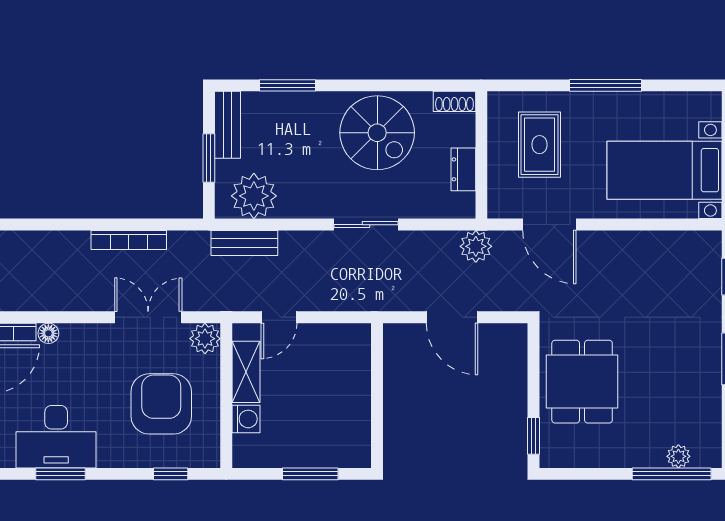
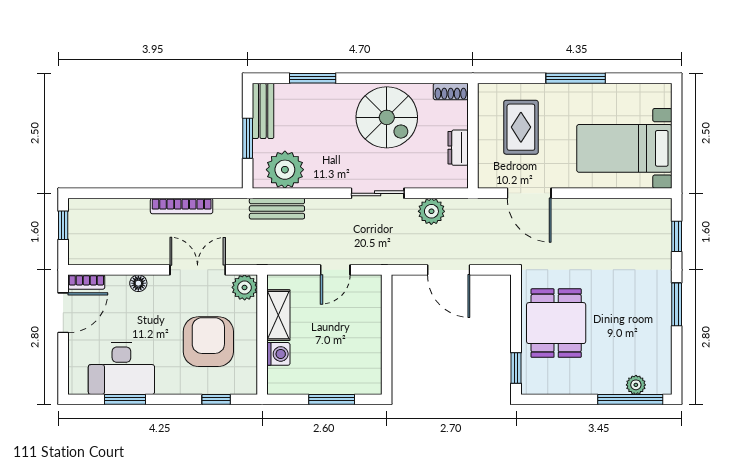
plant: (476, 246) -> (431, 211), moved
door: (279, 317) -> (335, 270), moved
floor lamp: (48, 333) -> (138, 283), moved

